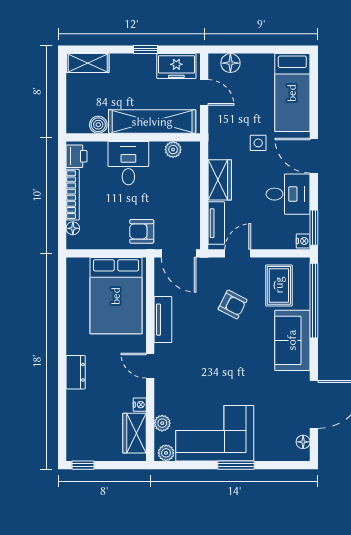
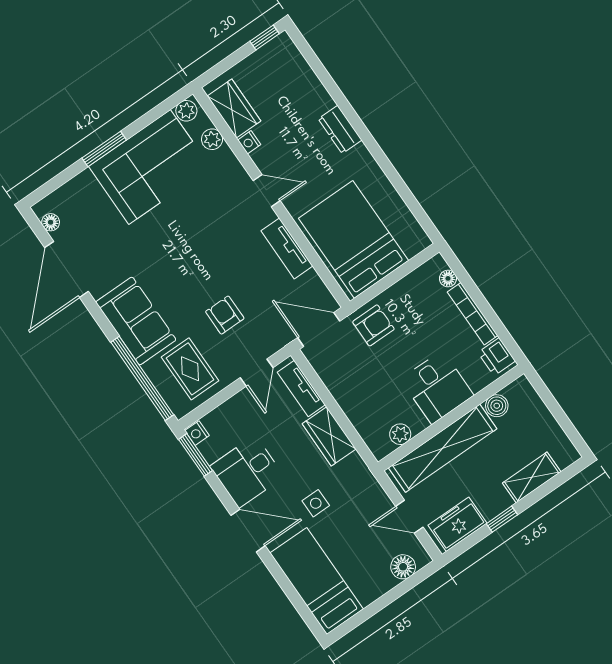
shelving: (88, 63) -> (532, 477), moved
armchair: (233, 304) -> (225, 315), turned 63

